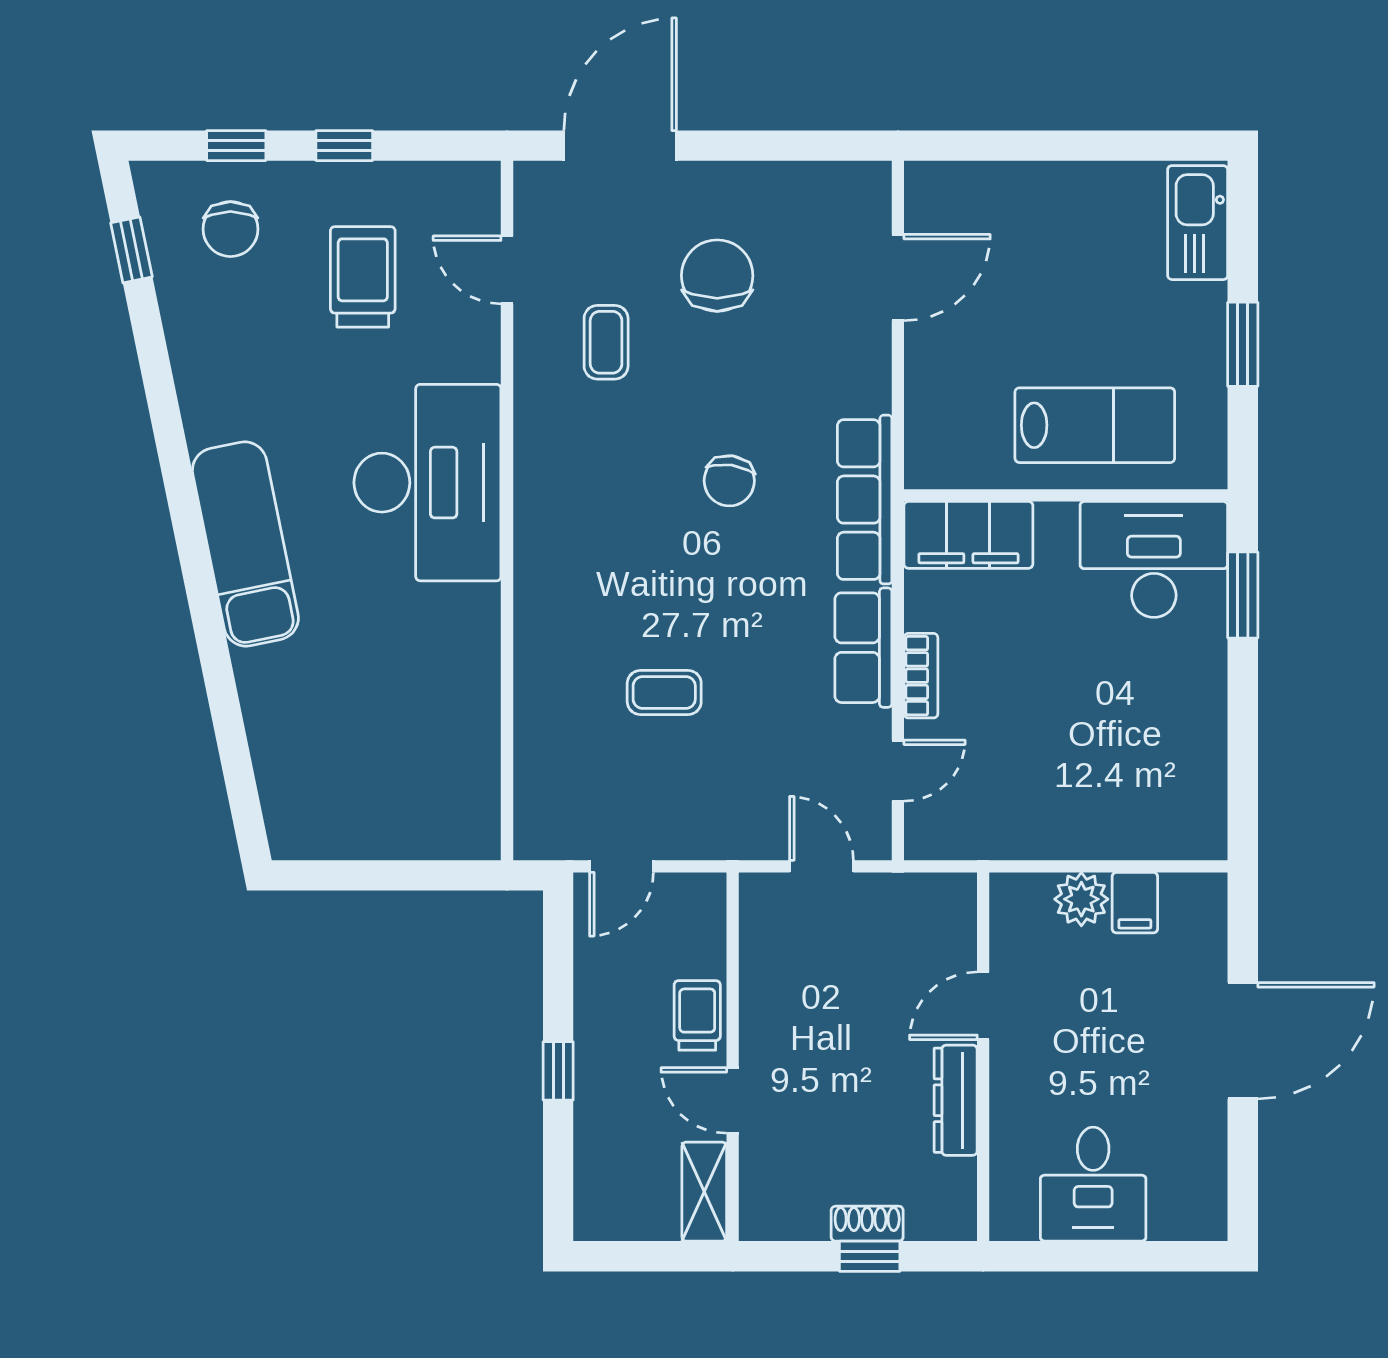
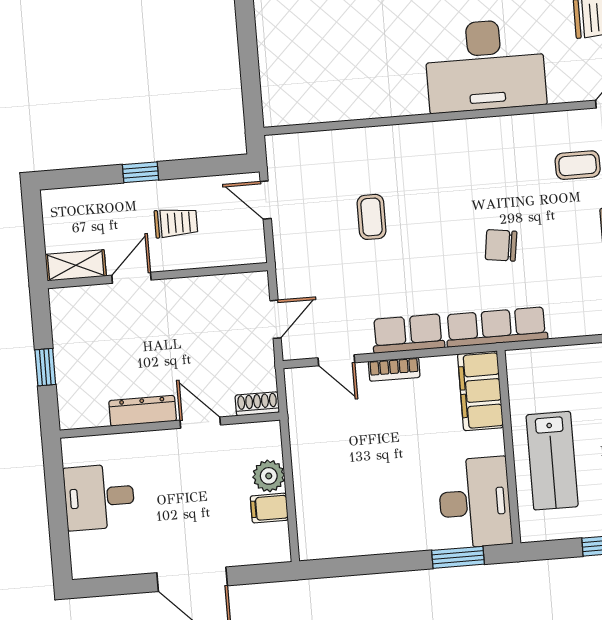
trolley: (697, 1015) -> (176, 223), moved
shoe rack: (867, 1224) -> (257, 404), moved, turned -90

